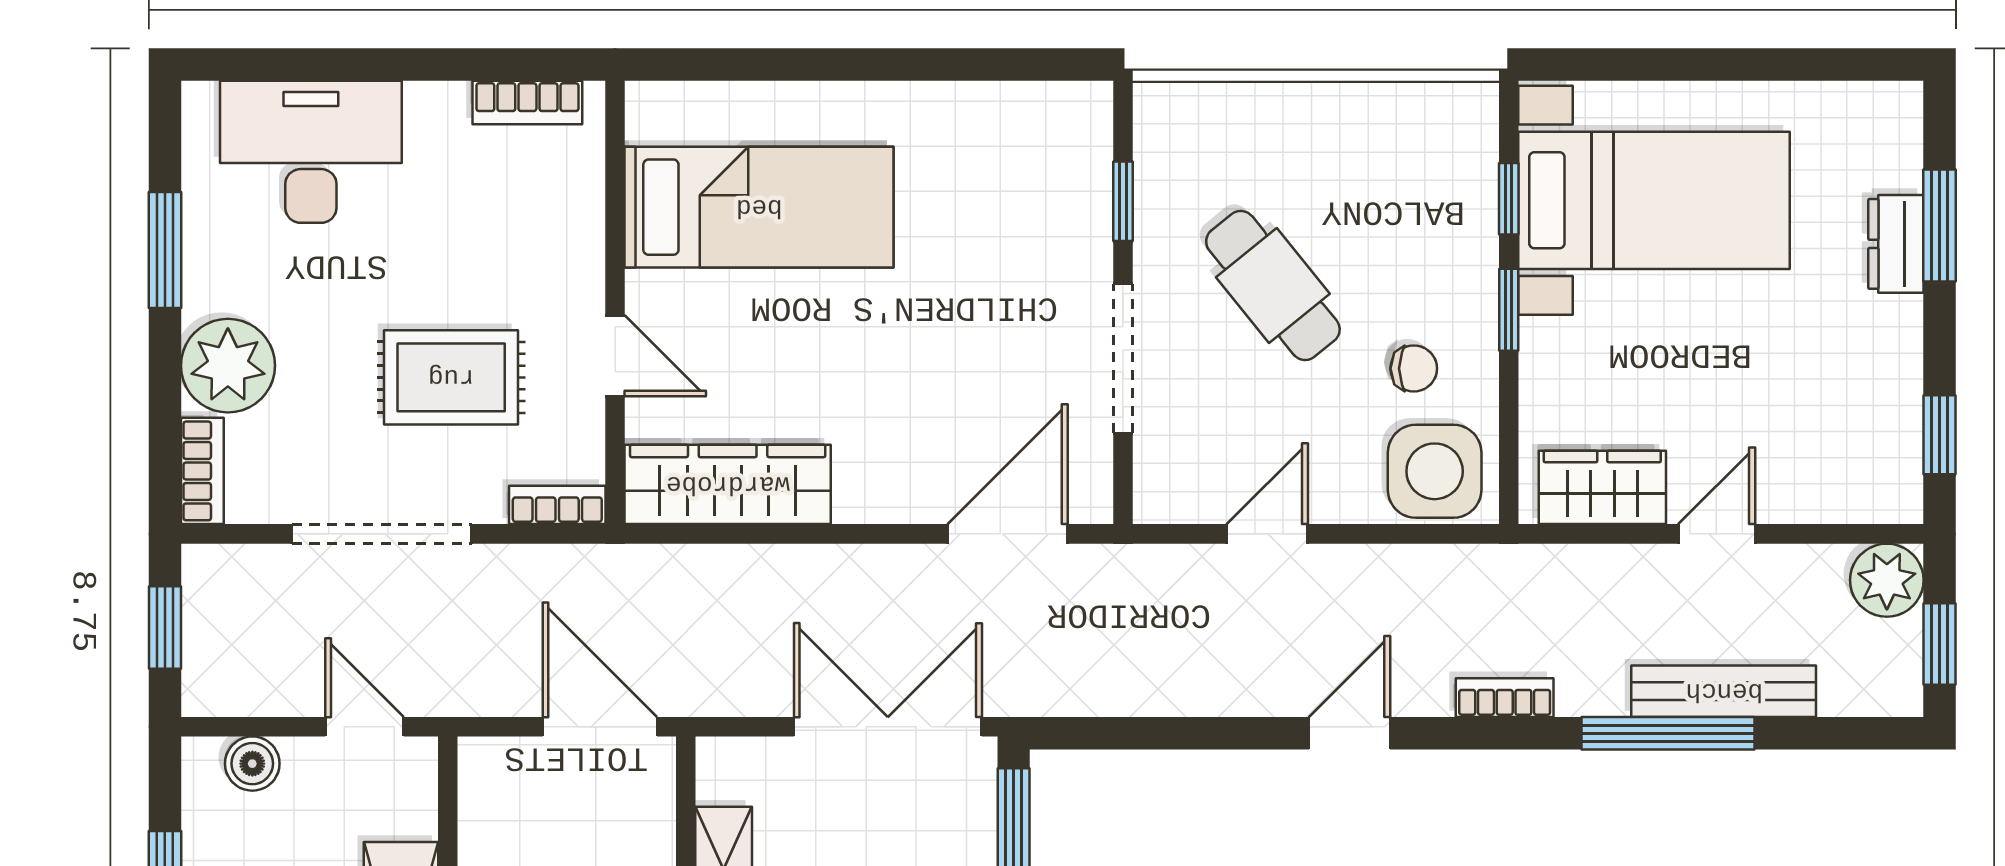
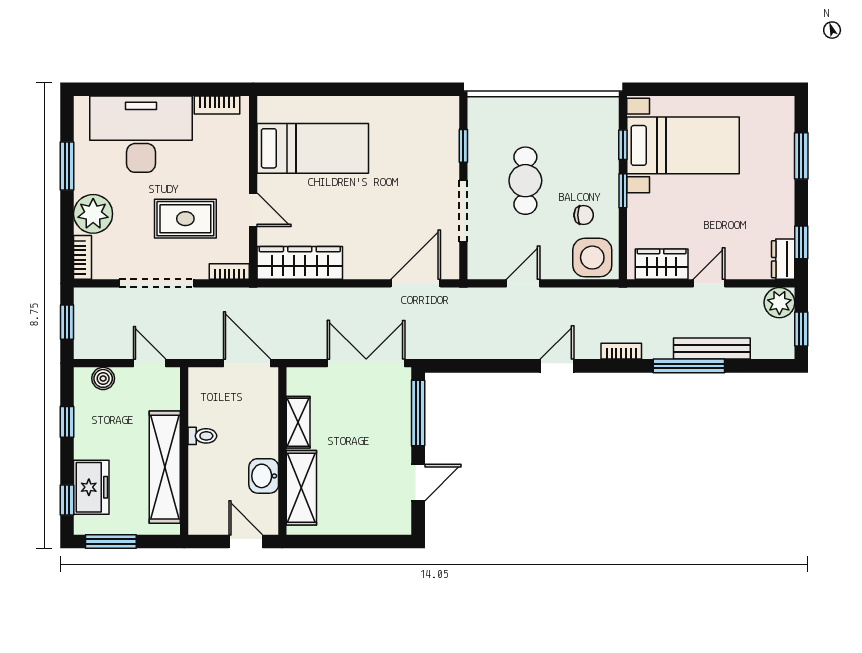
desk: (311, 152) -> (141, 134), width x1.36, depth x1.30
dresser: (1896, 244) -> (783, 259), moved
cafe table: (1273, 285) -> (525, 181), turned 39

